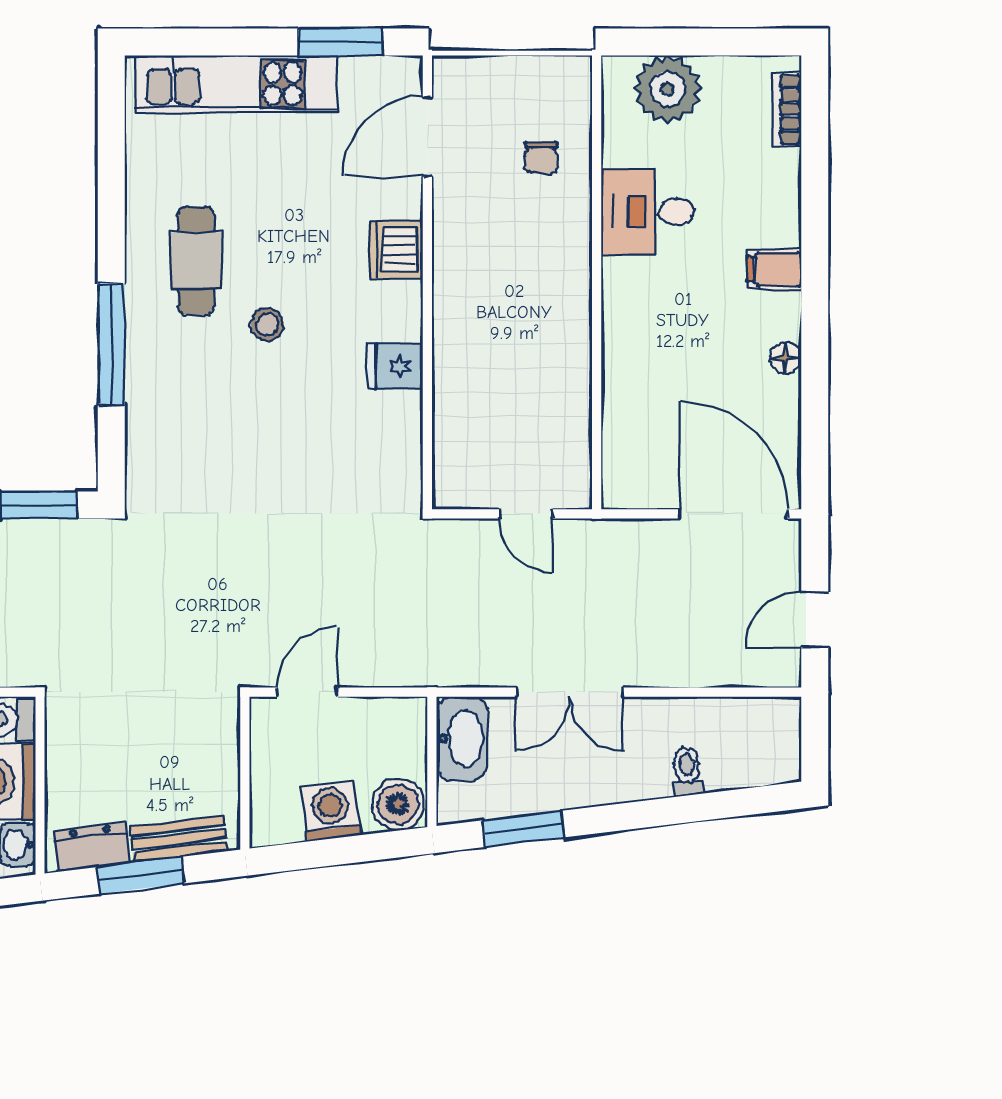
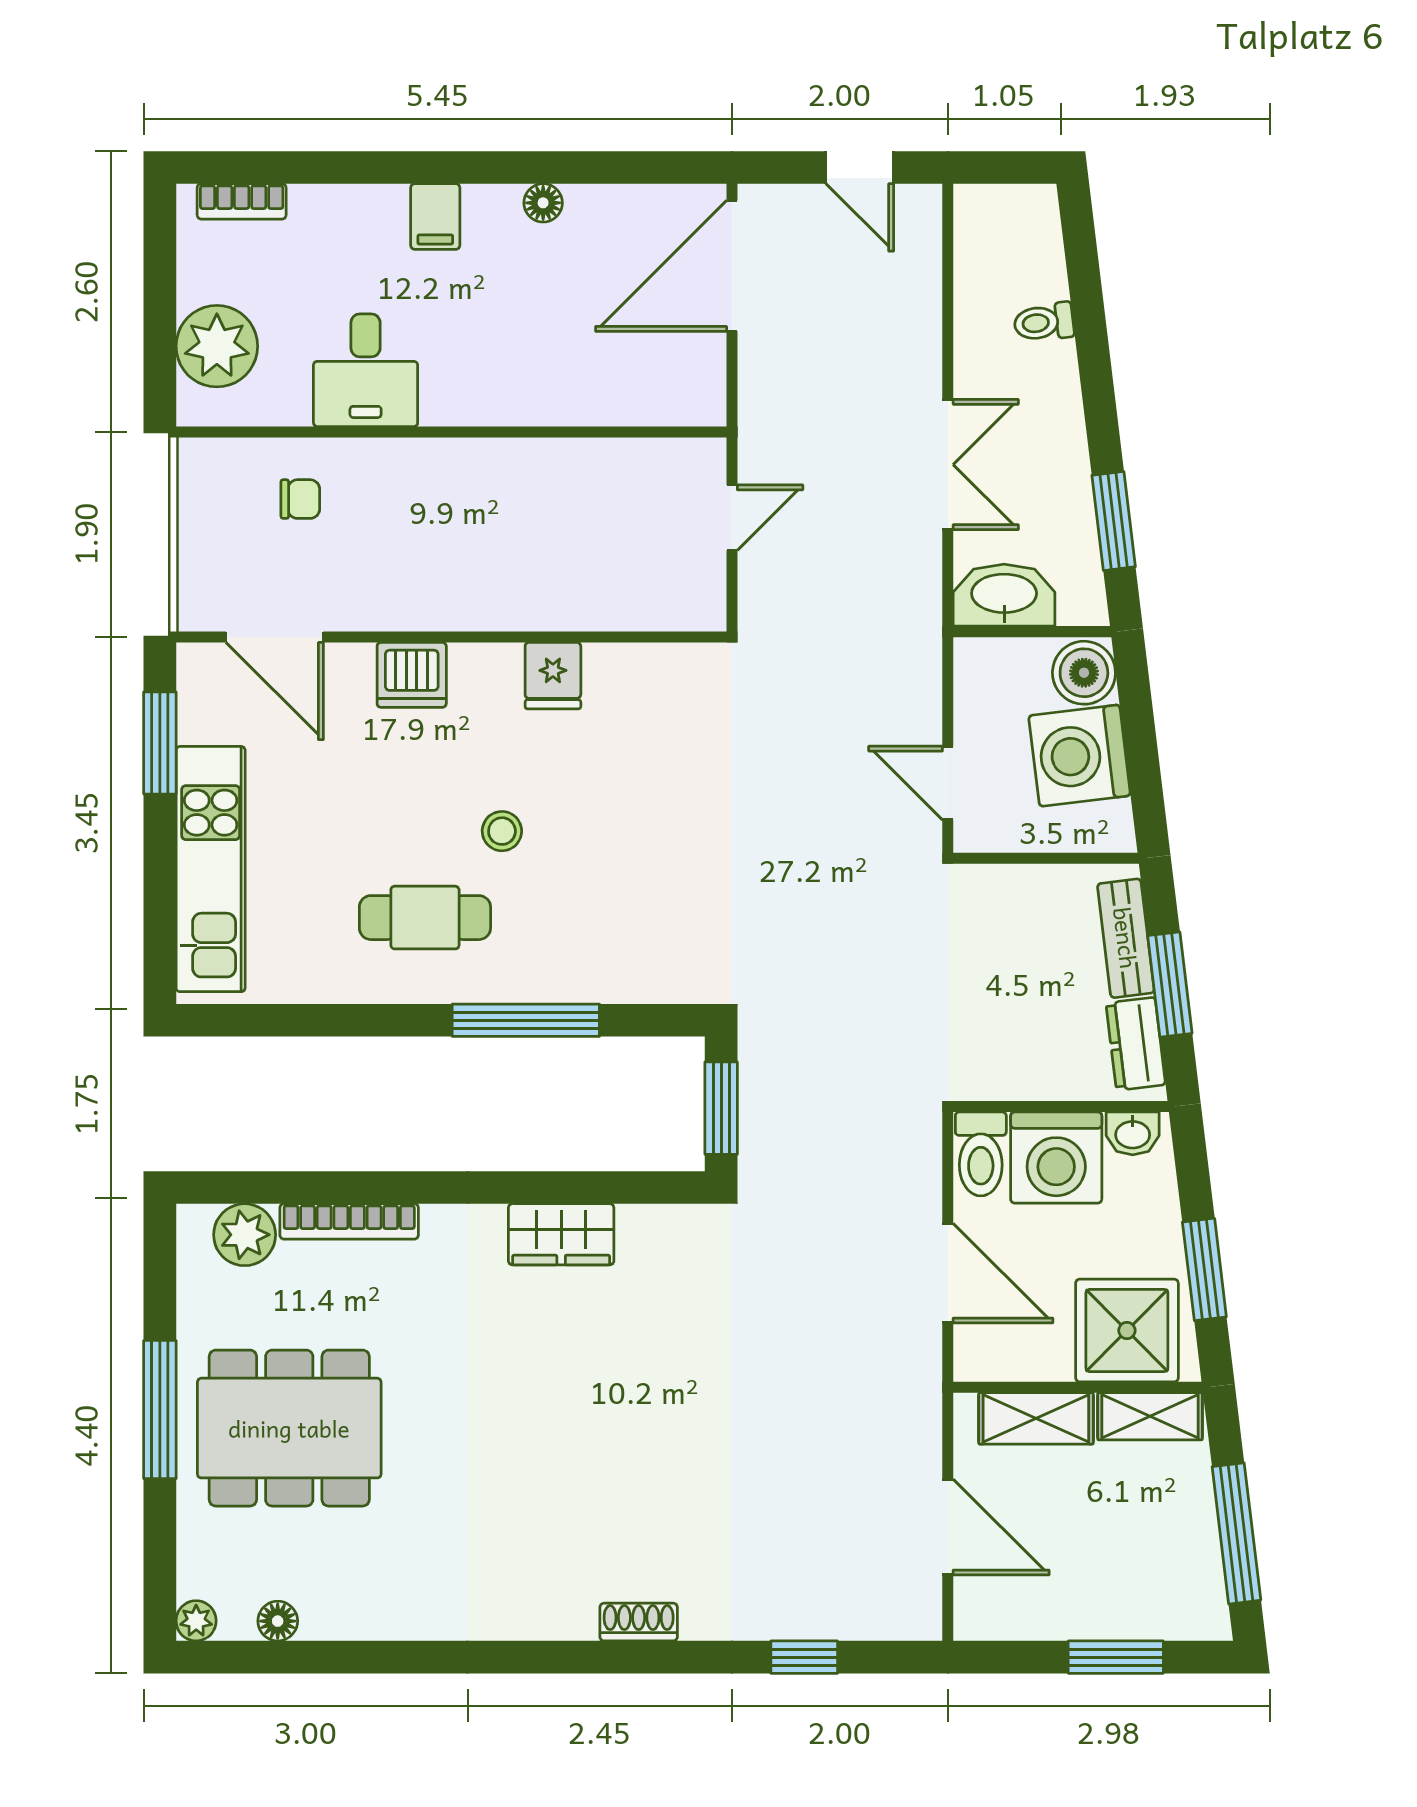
washing machine: (331, 811) -> (1080, 756), width x1.37, depth x1.37

